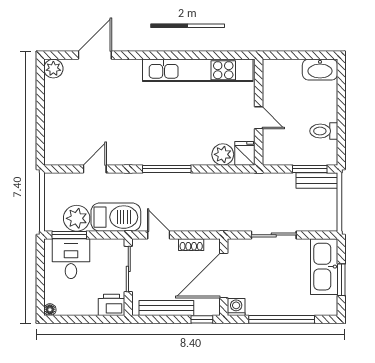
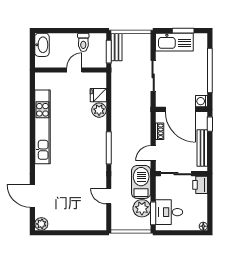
wall: (259, 112) -> (71, 70), moved
door: (259, 118) -> (74, 70), moved

